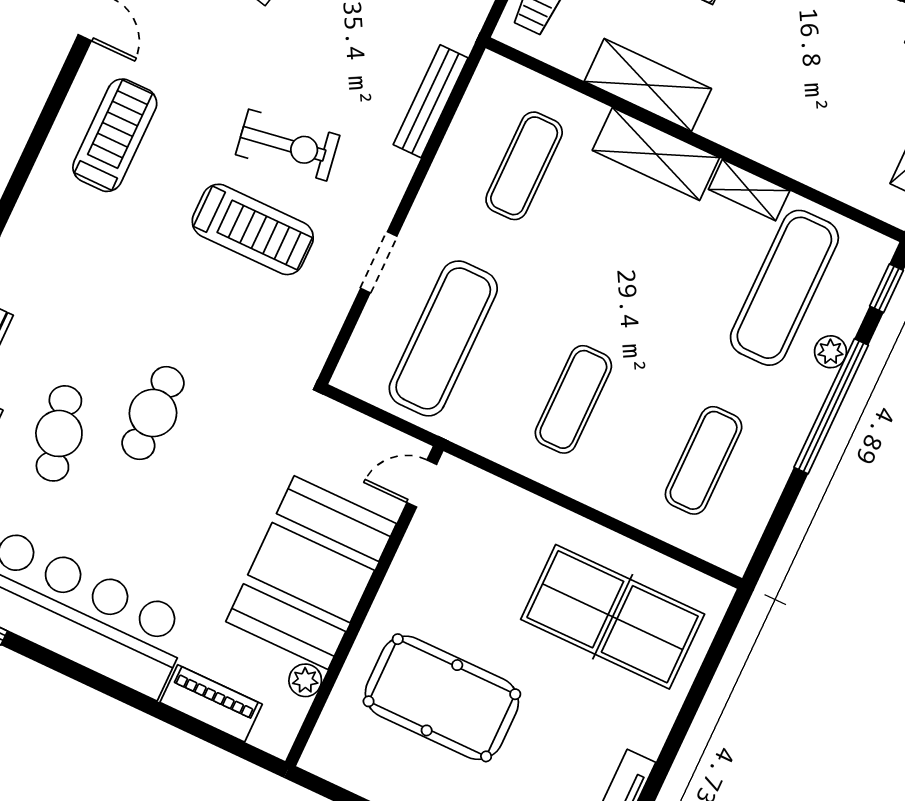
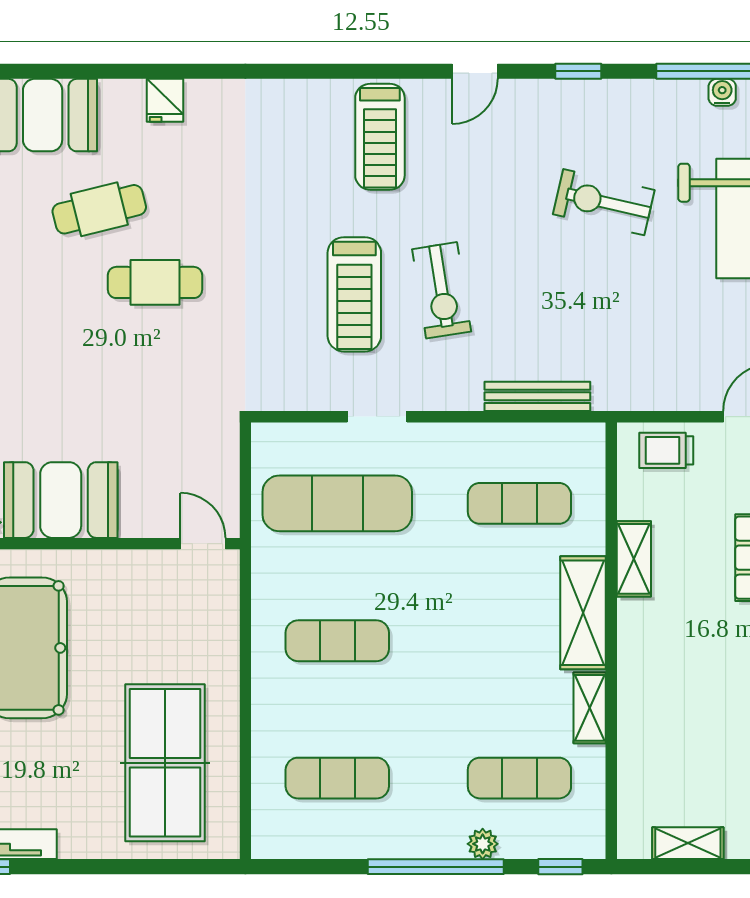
shelving: (648, 85) -> (634, 559), width x0.67, depth x0.75
treadmill: (115, 135) -> (380, 137), turned 90
exercise mat: (784, 288) -> (519, 778), width x0.73, depth x0.69
booth: (311, 573) -> (61, 500), width x0.73, depth x0.70

